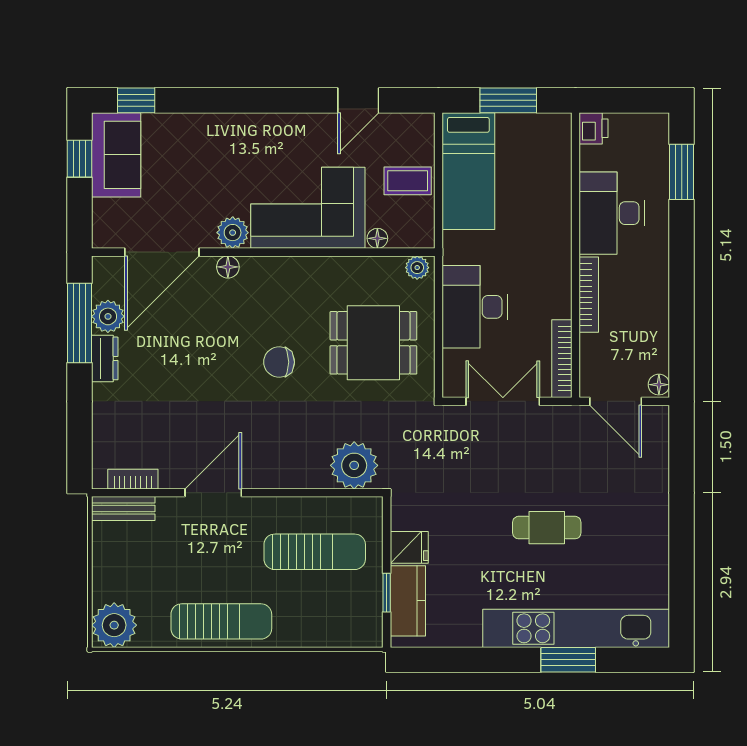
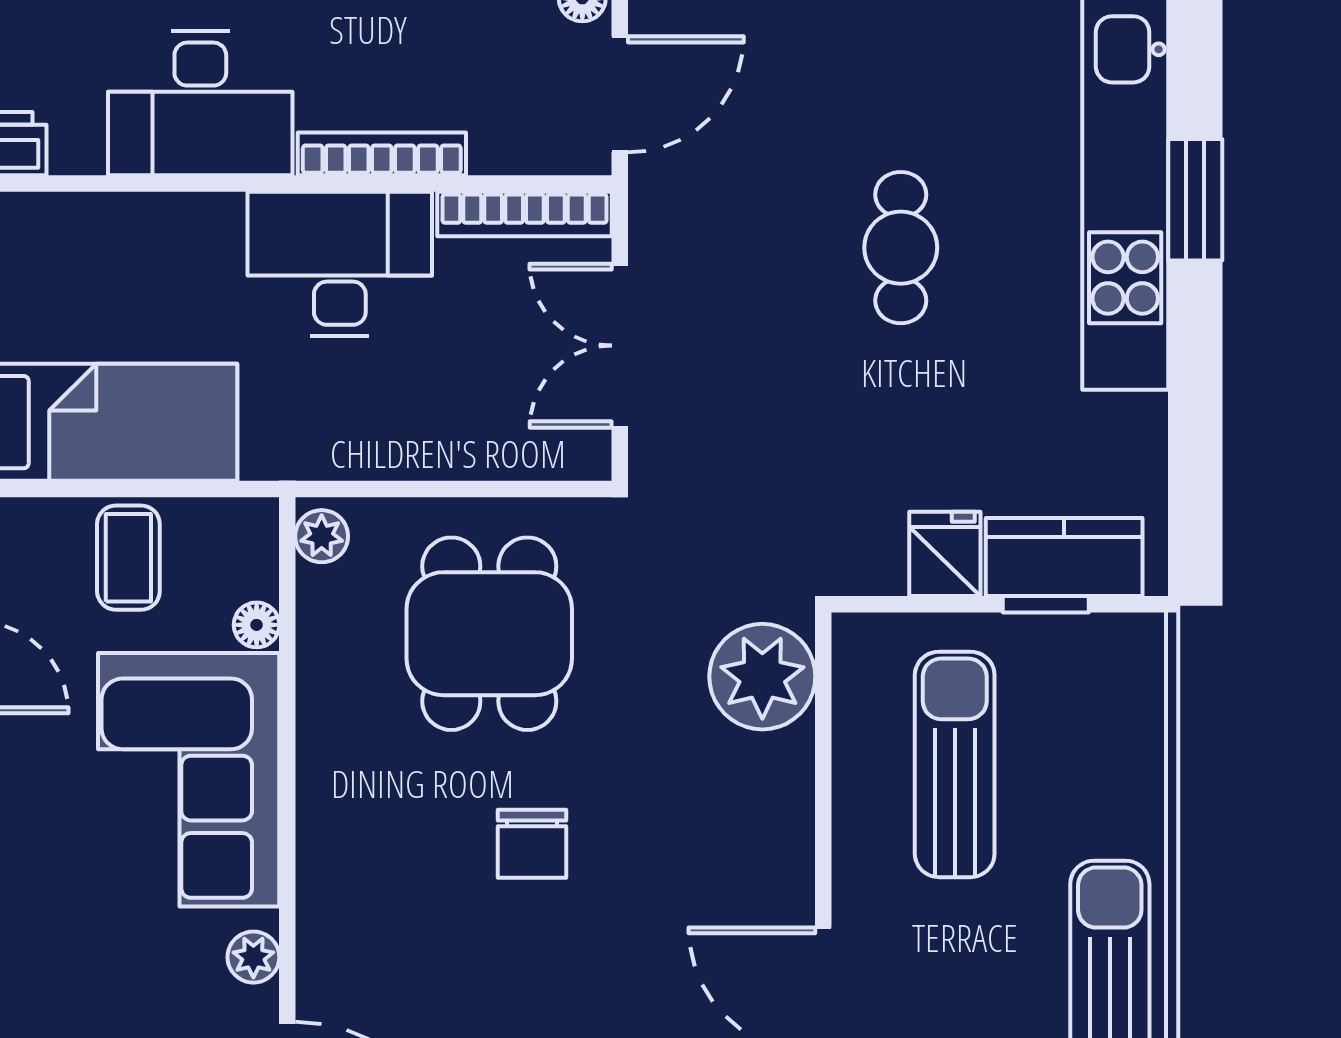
plant: (233, 233) -> (253, 957), width x0.73, depth x0.73
floor lamp: (228, 267) -> (320, 958), removed
desk: (475, 307) -> (340, 264), moved, turned 180

